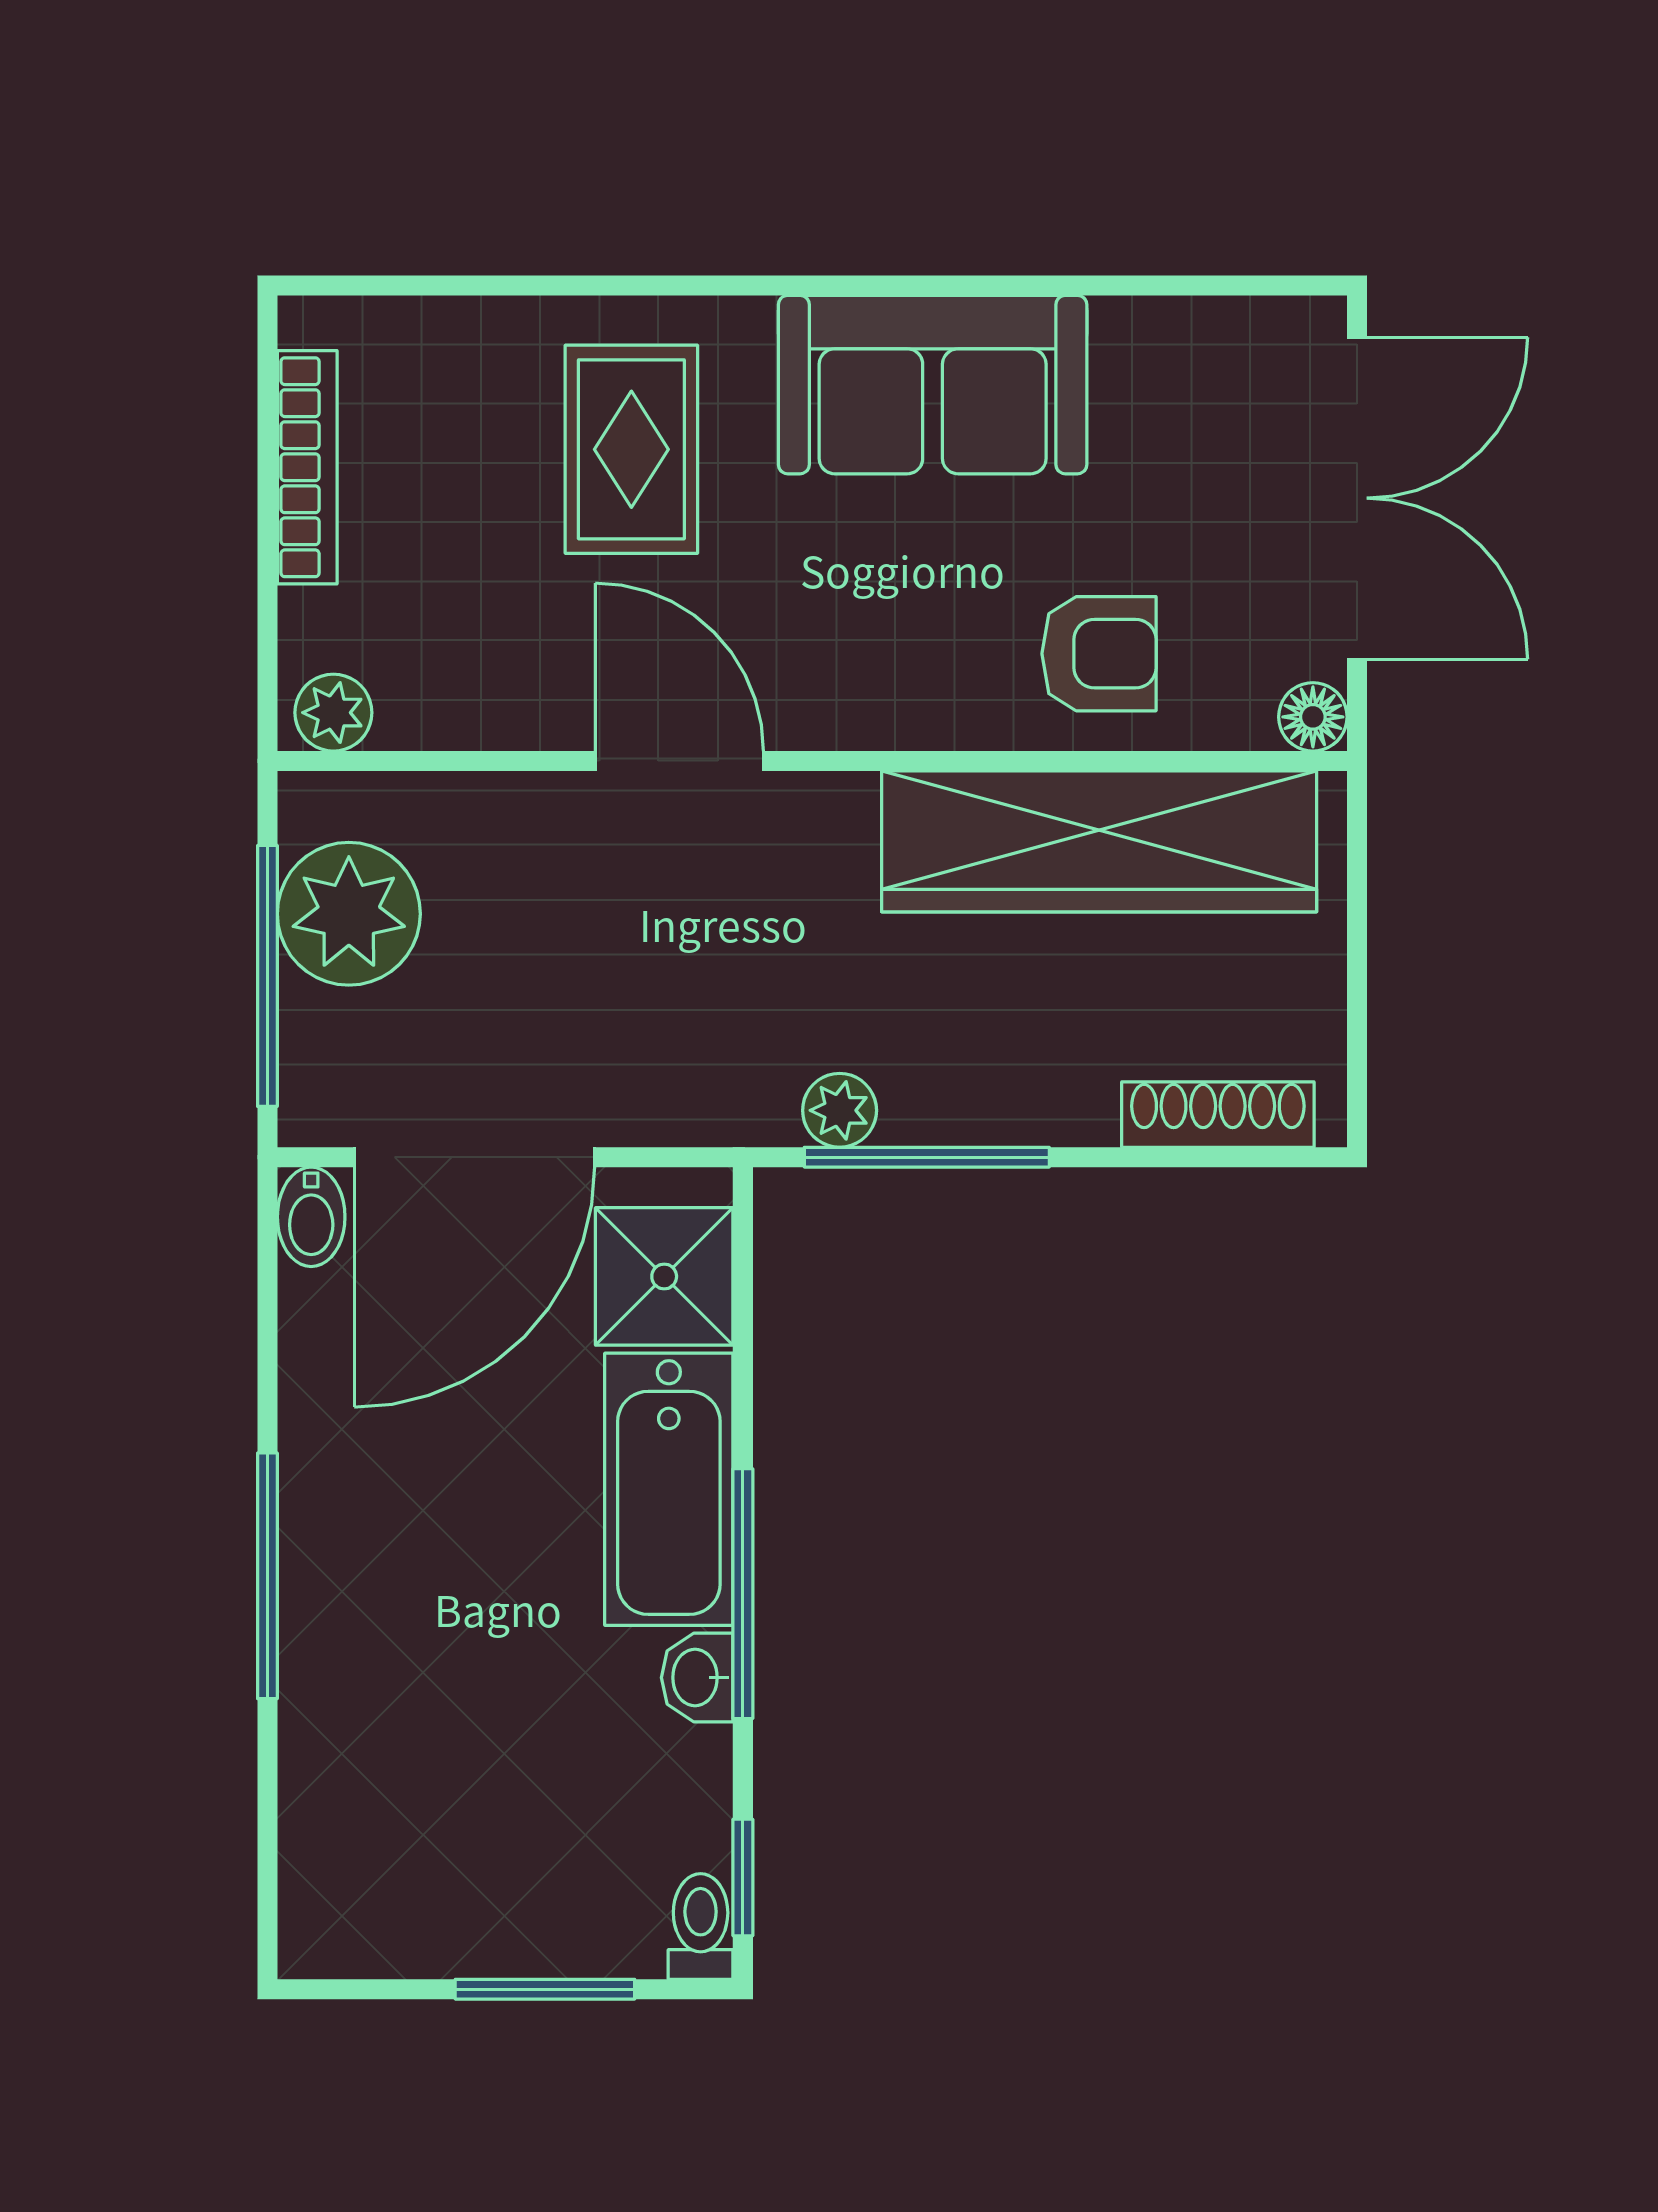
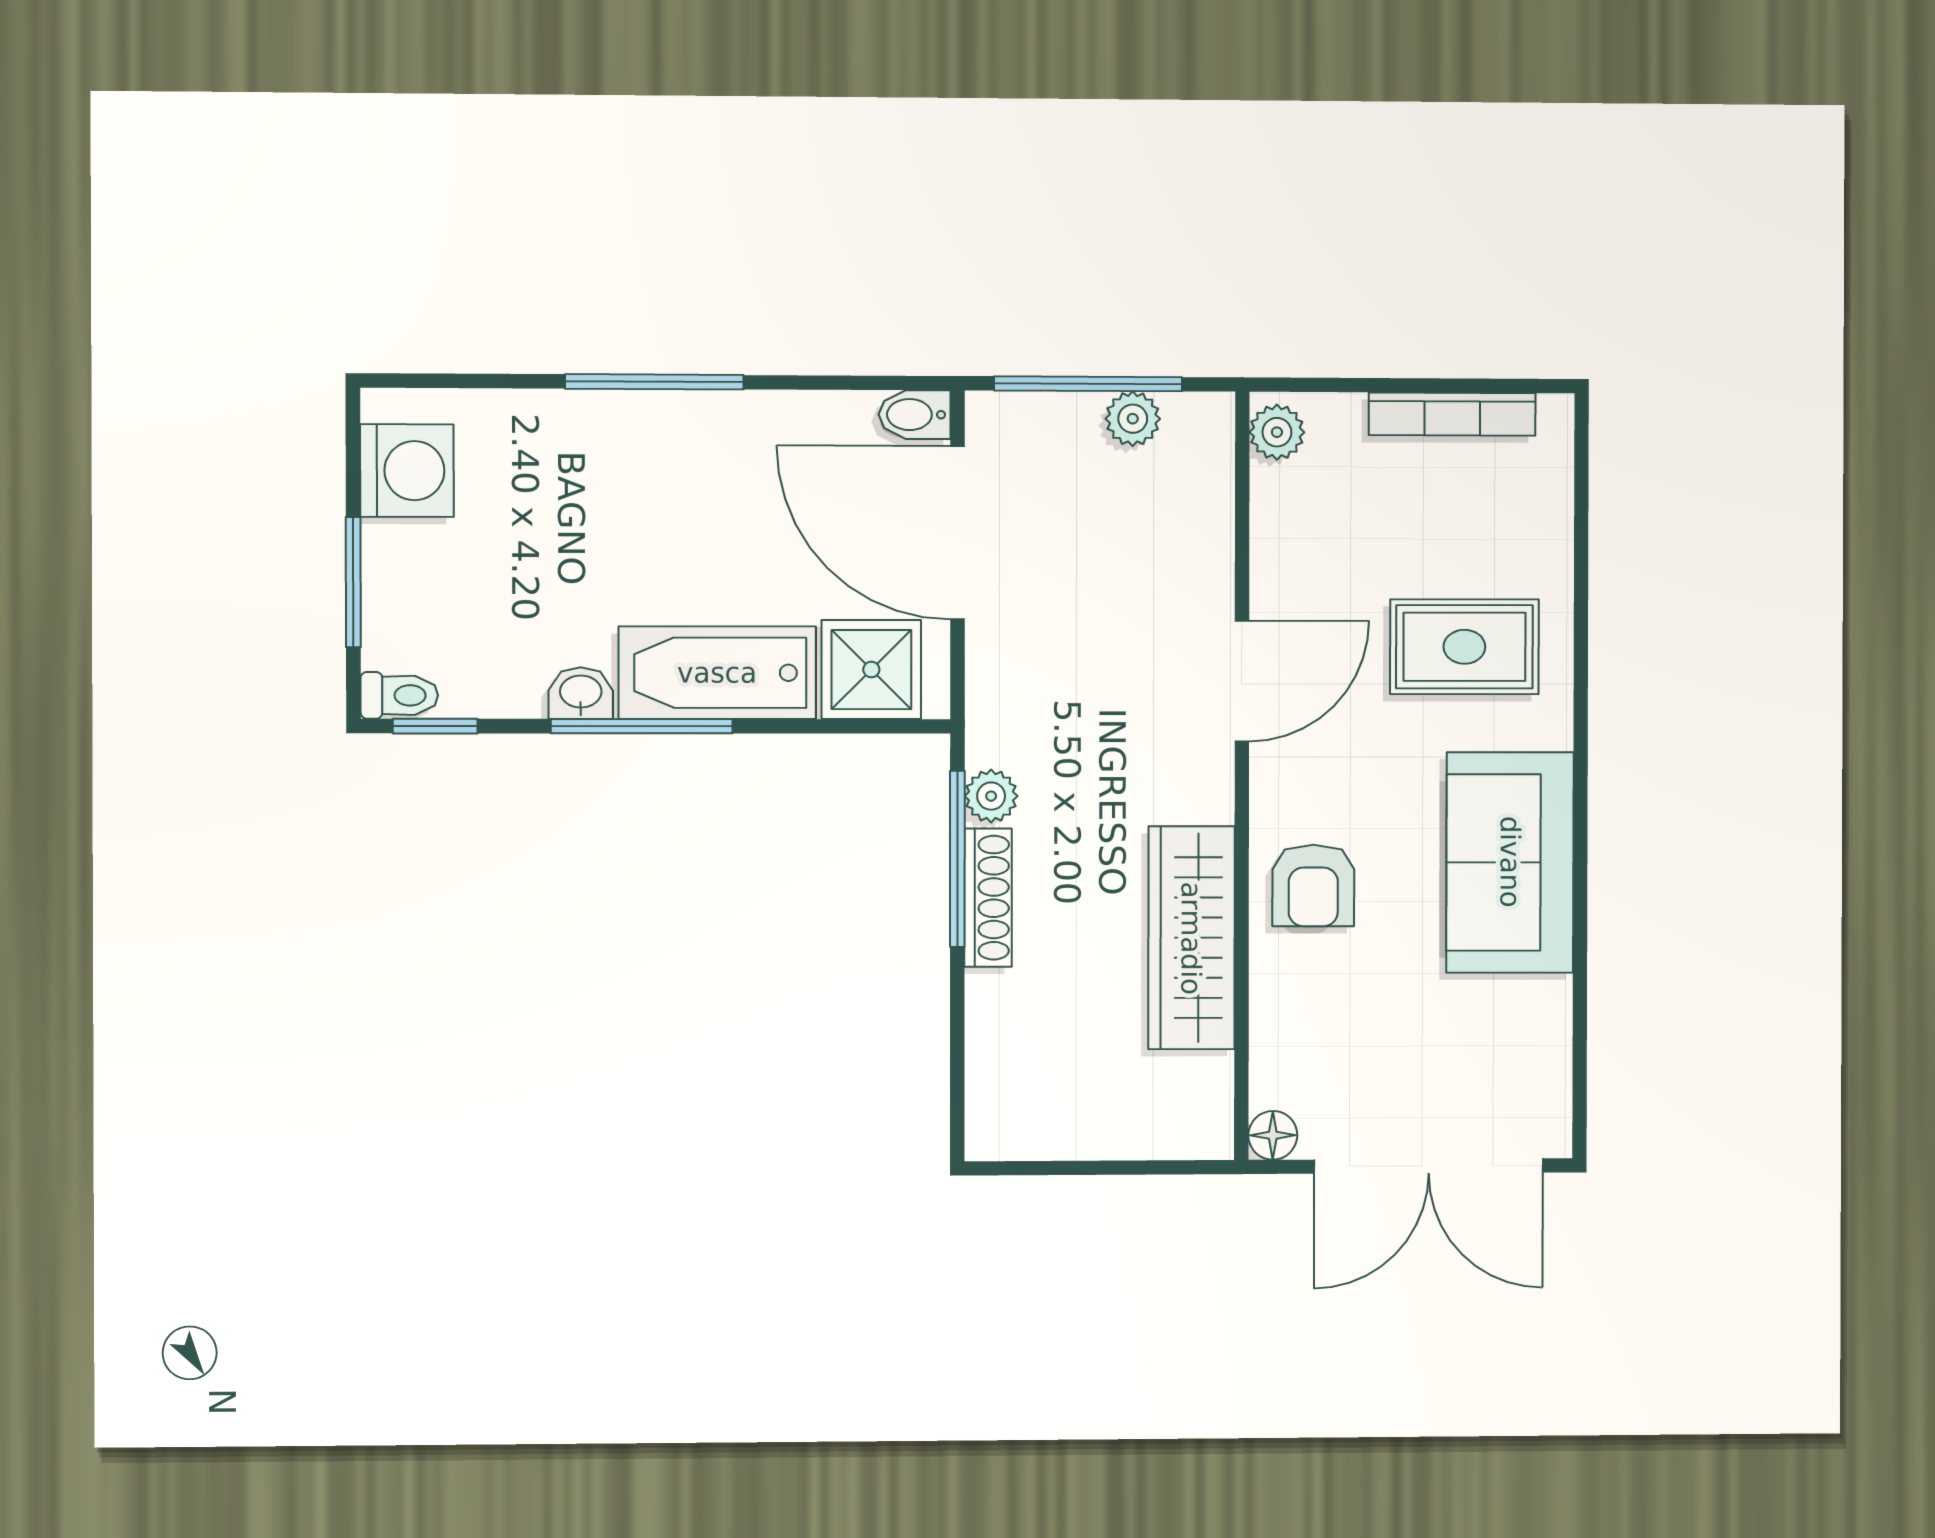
armchair: (1099, 654) -> (1313, 885), moved
wardrobe: (1099, 841) -> (1191, 938), width x0.71, depth x0.85
plant: (349, 914) -> (1133, 419), width x0.53, depth x0.53
shoe rack: (1218, 1115) -> (988, 898), moved
washing machine: (391, 1915) -> (407, 471), added

